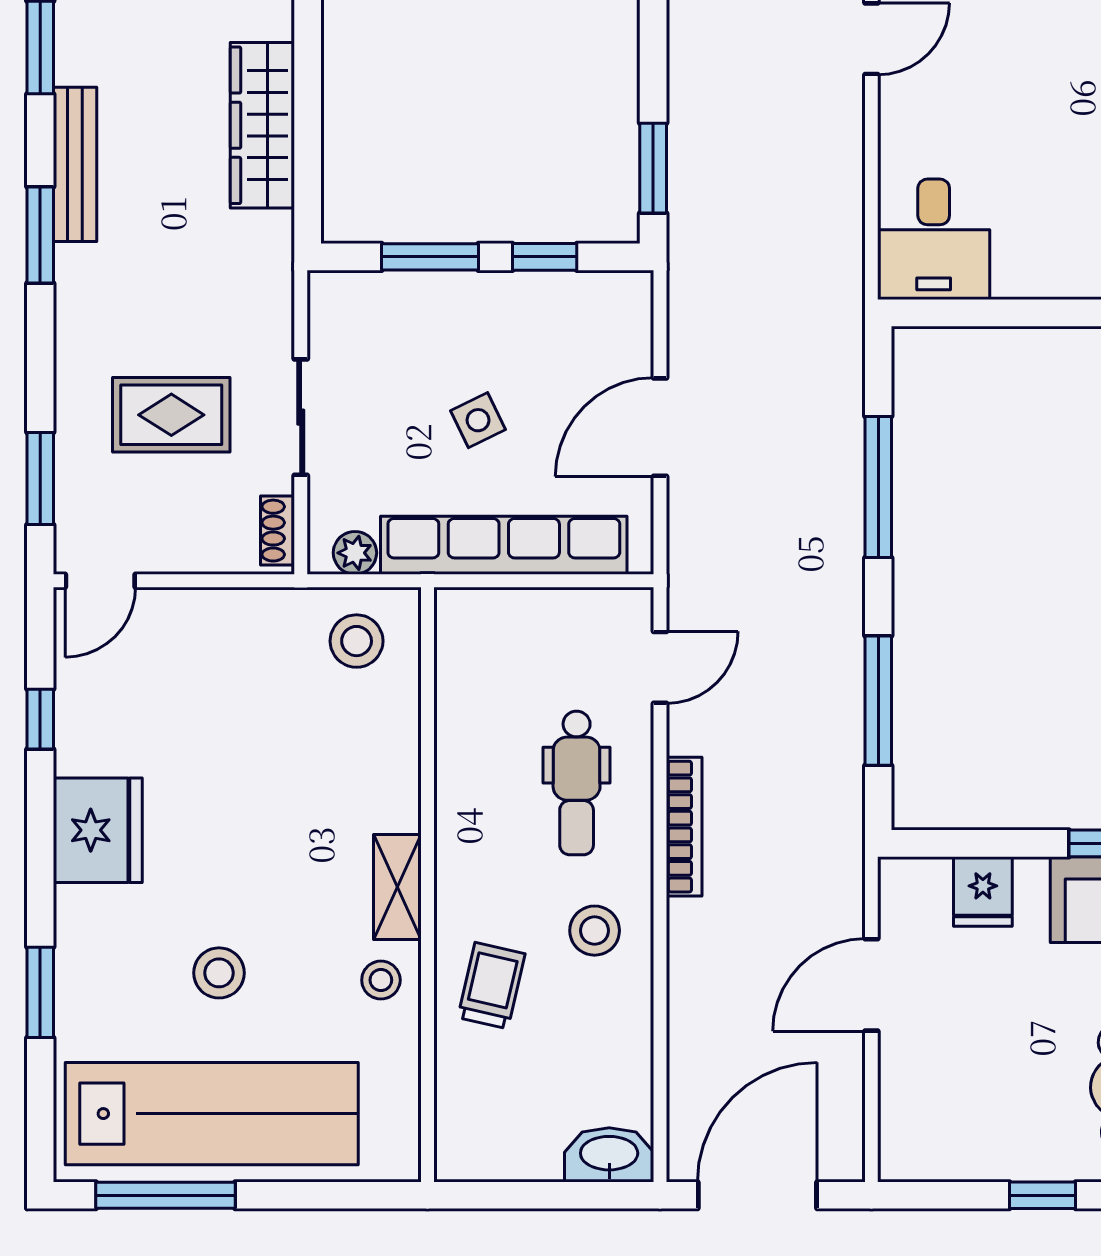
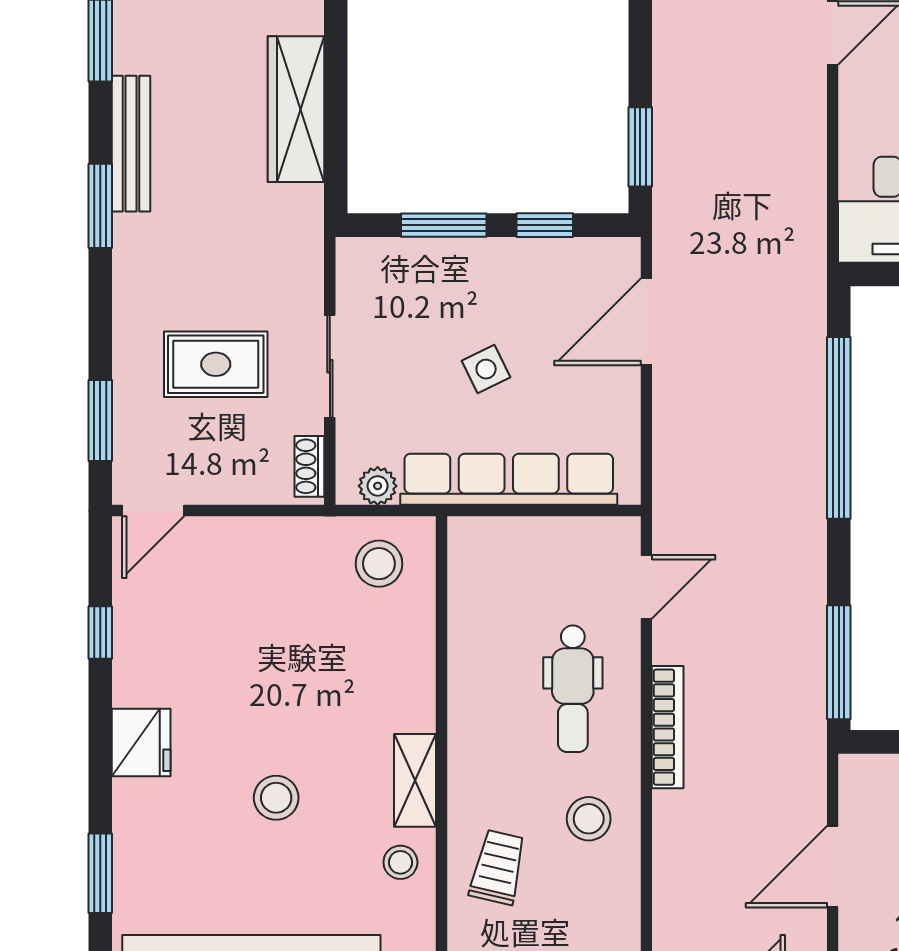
door: (660, 427) -> (646, 322), moved
window: (878, 487) -> (839, 428), width x1.46
window: (878, 701) -> (839, 662), moved
fridge: (98, 830) -> (141, 743), width x0.73, depth x0.75
stool: (219, 973) -> (276, 798), moved

